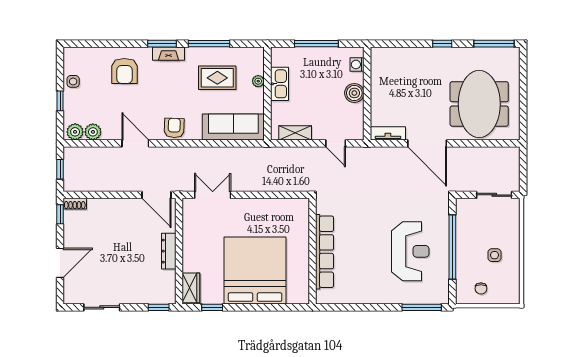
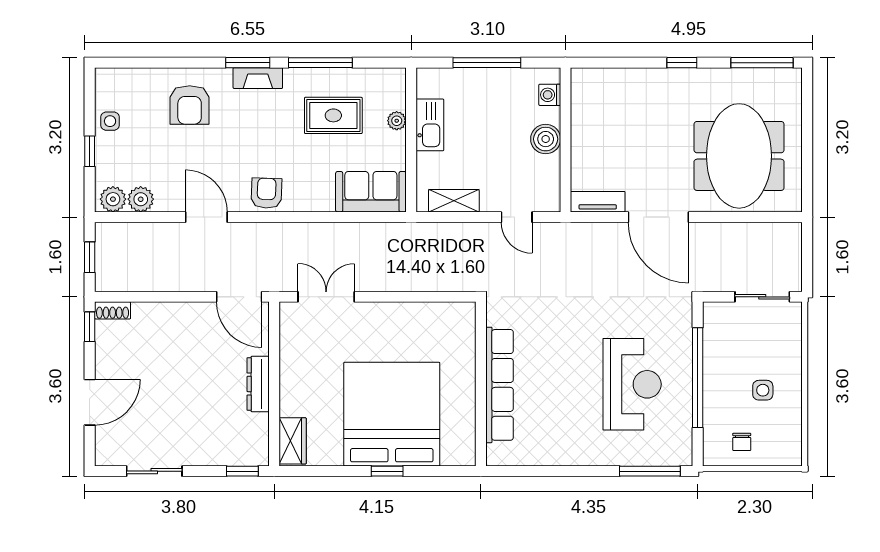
sofa: (233, 127) -> (371, 192), width x0.73
window: (212, 307) -> (387, 471), moved

